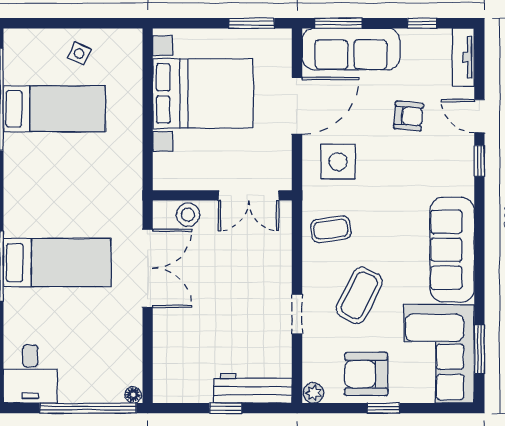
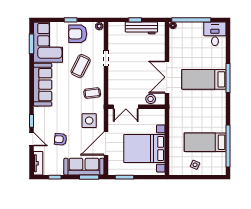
double door: (249, 195) -> (126, 107), swing flipped
armchair: (366, 374) -> (78, 34), turned 180
workbench: (253, 388) -> (141, 28), moved

